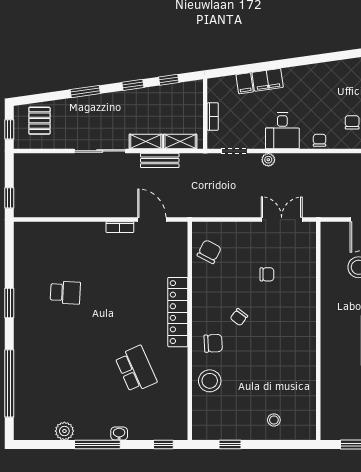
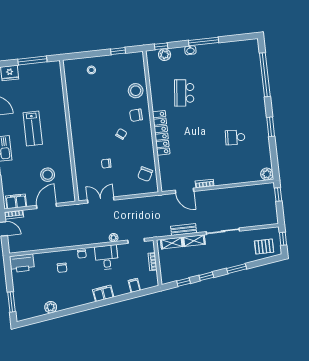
filing cabinet: (268, 80) -> (103, 293), moved
pallet: (39, 121) -> (264, 247), turned 90
double door: (282, 220) -> (101, 200), swing flipped
plant: (23, 231) -> (267, 174), added
school desk: (136, 369) -> (184, 93), turned 30
plant: (64, 431) -> (165, 55), moved

